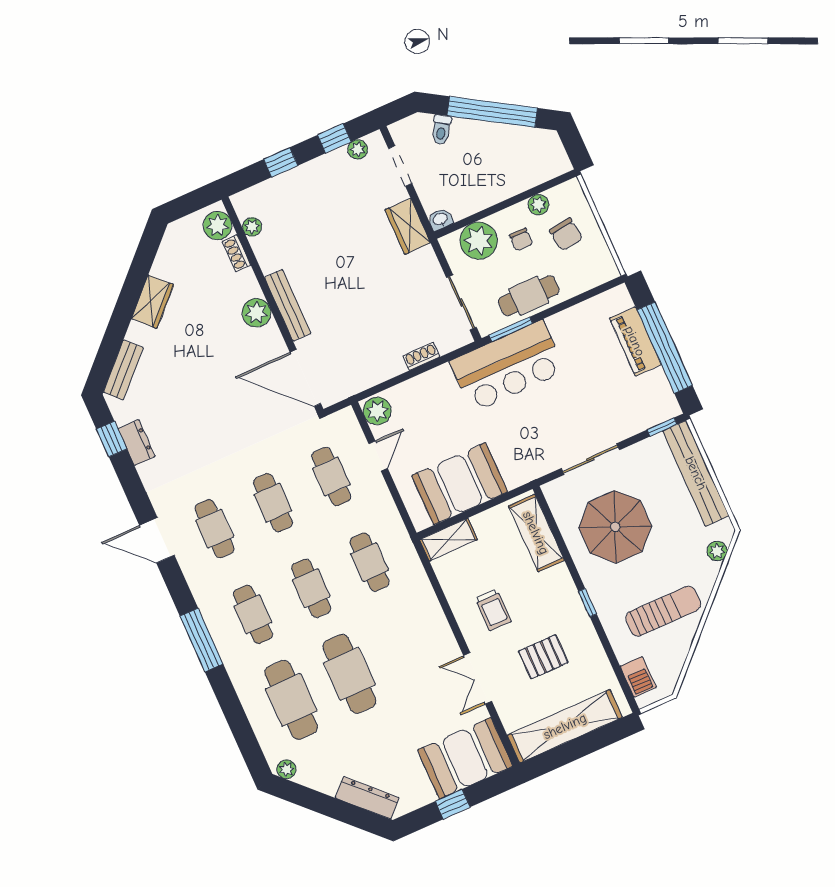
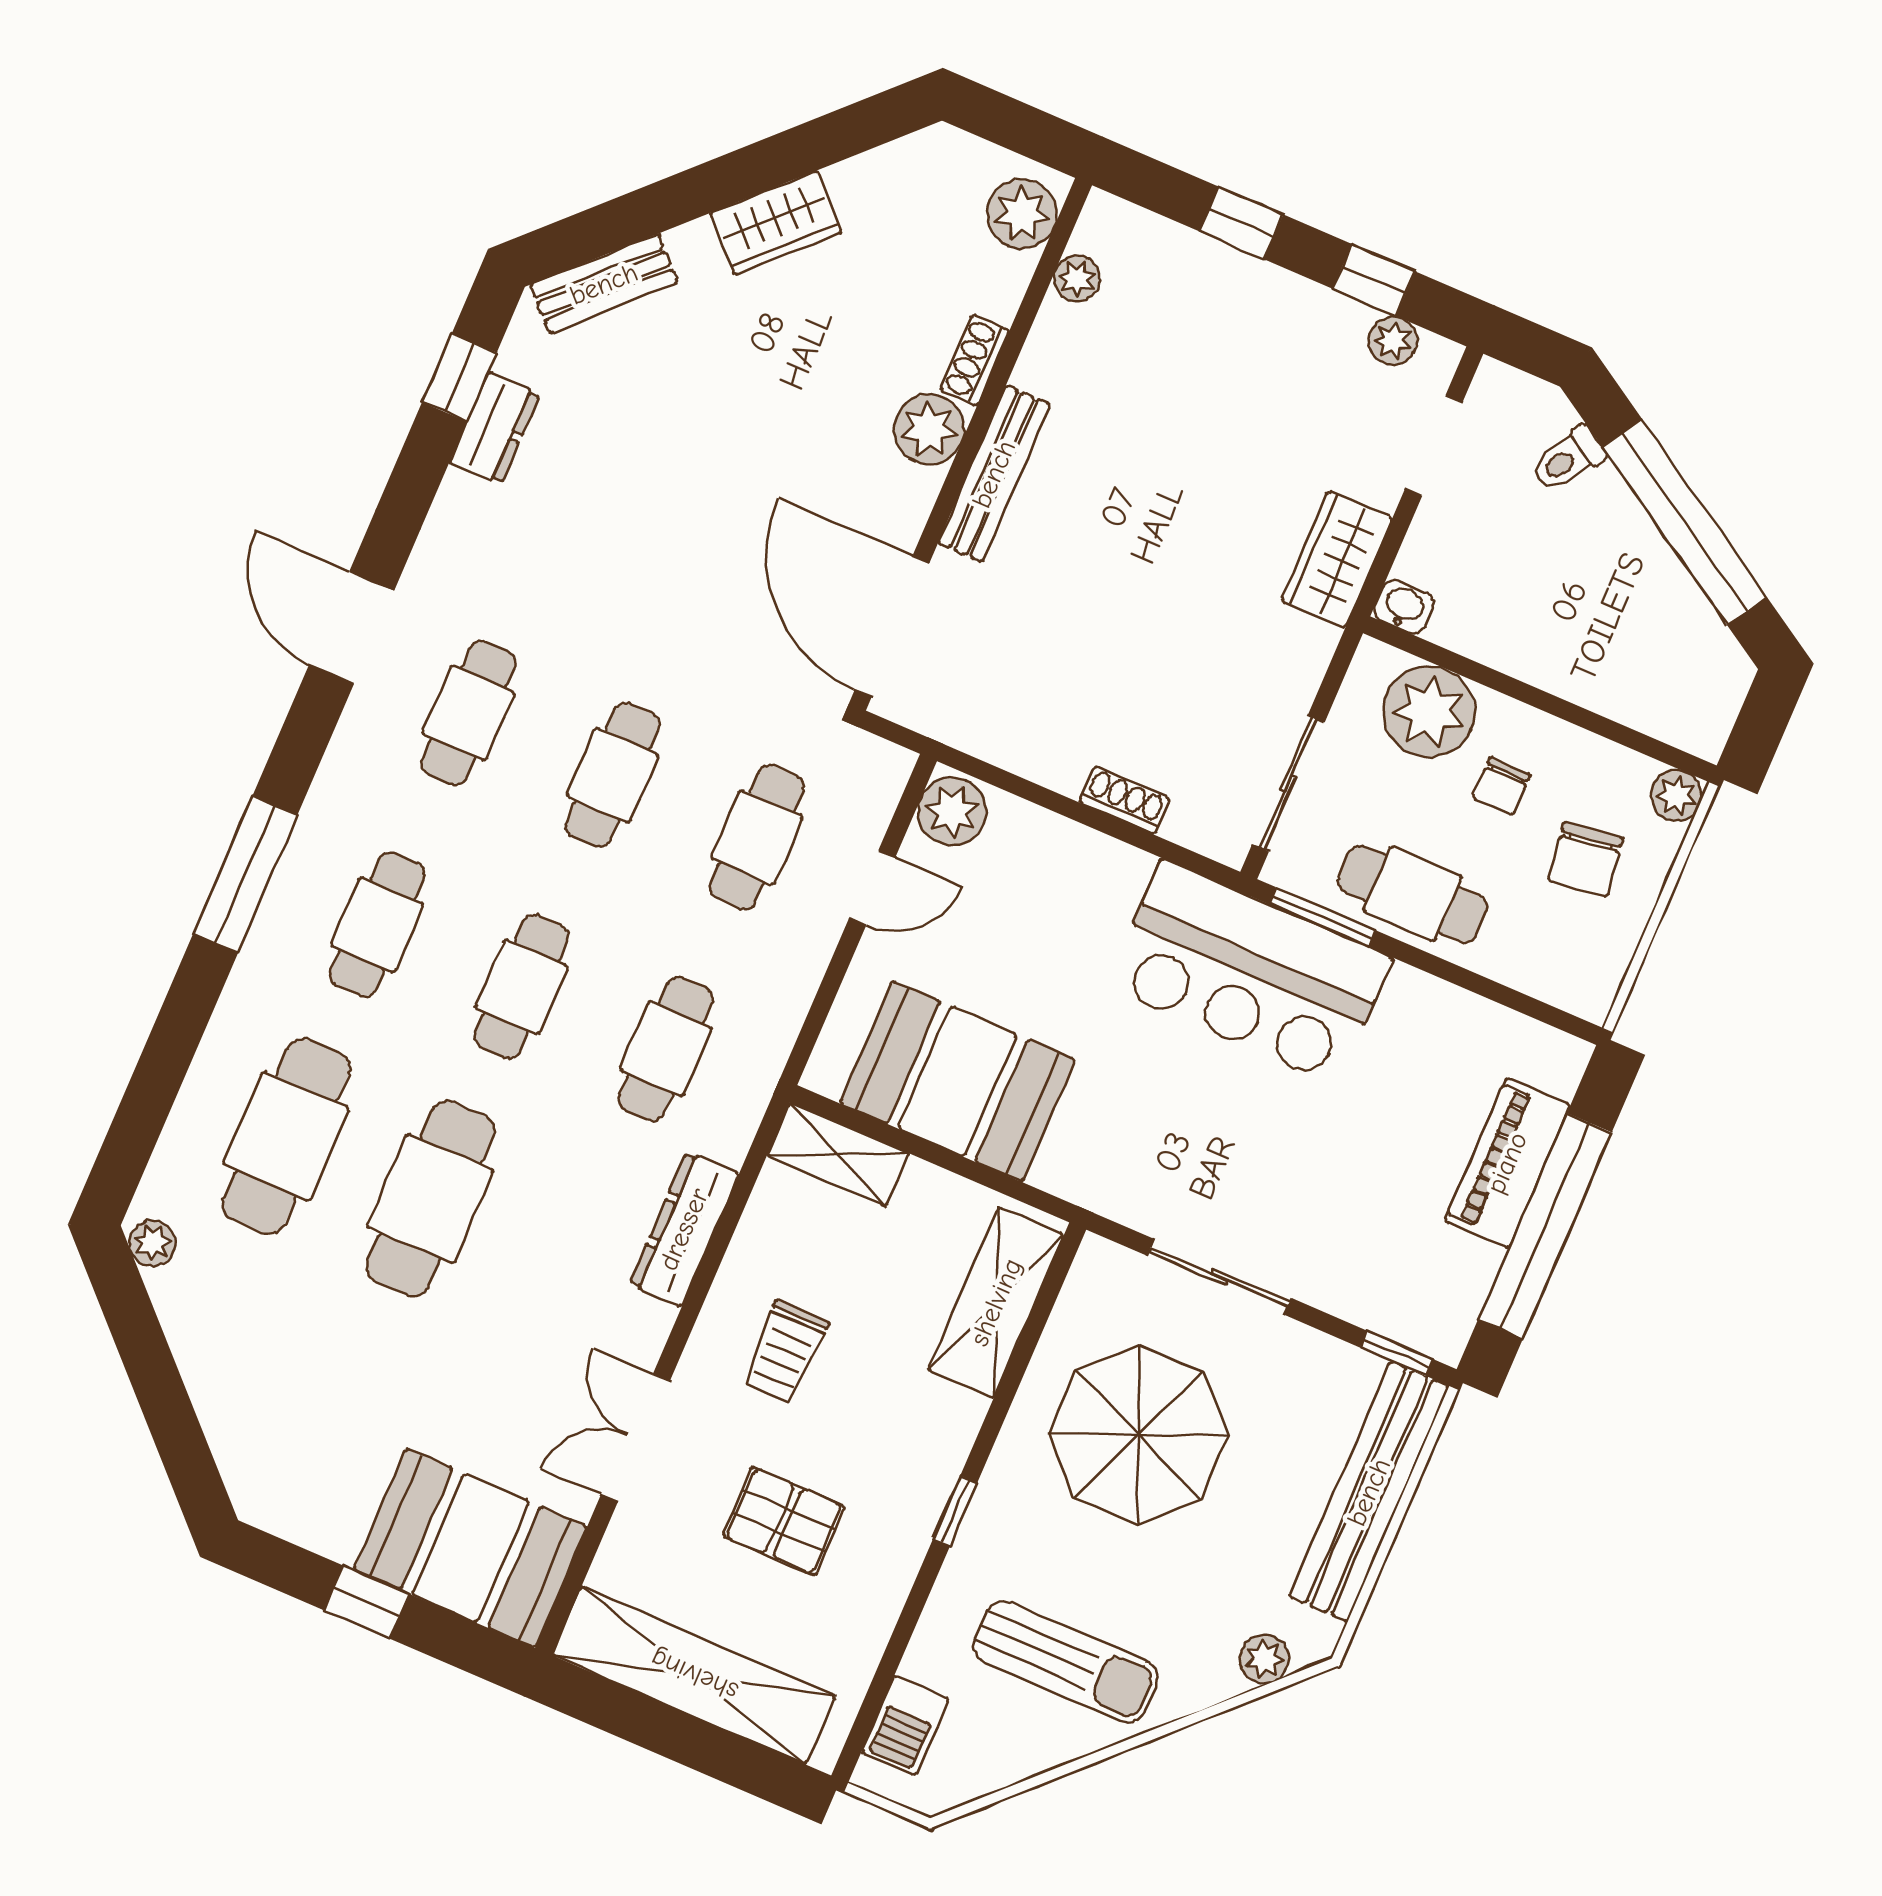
plant: (538, 205) -> (1676, 796), moved
shoe rack: (236, 253) -> (975, 360), moved
dresser: (367, 798) -> (684, 1229), moved, turned -135

